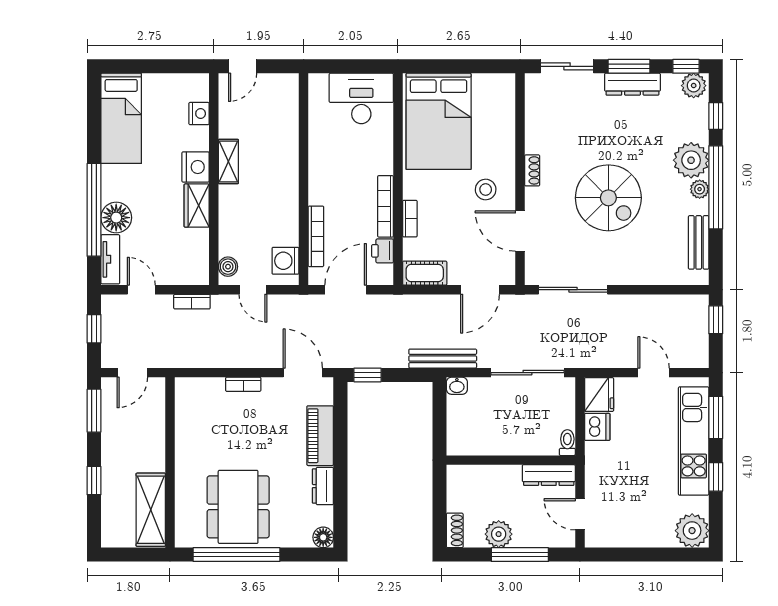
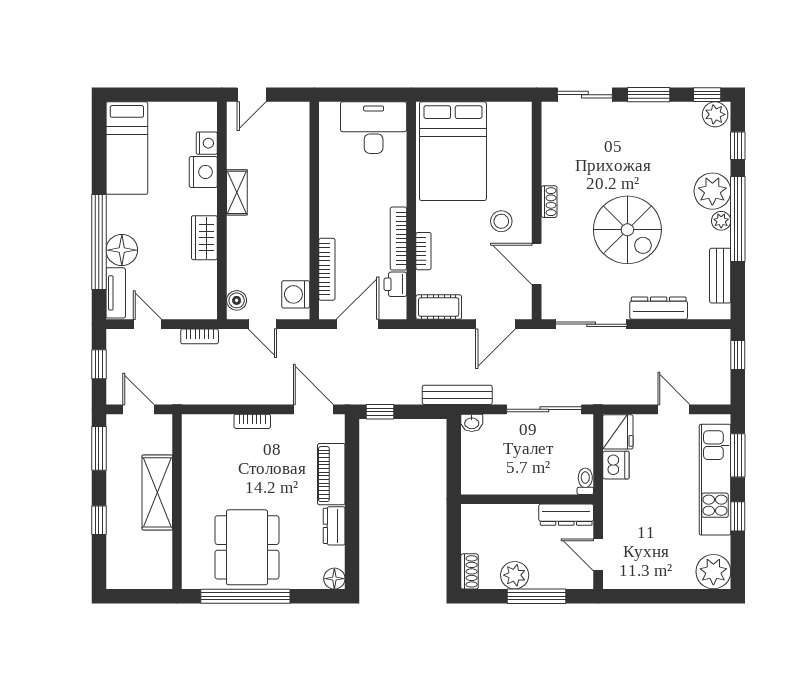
dresser: (632, 84) -> (659, 308), moved, turned 180
nightstand: (196, 167) -> (203, 172), moved
door: (132, 373) -> (138, 409), swing flipped
shelving: (151, 510) -> (157, 492), moved

